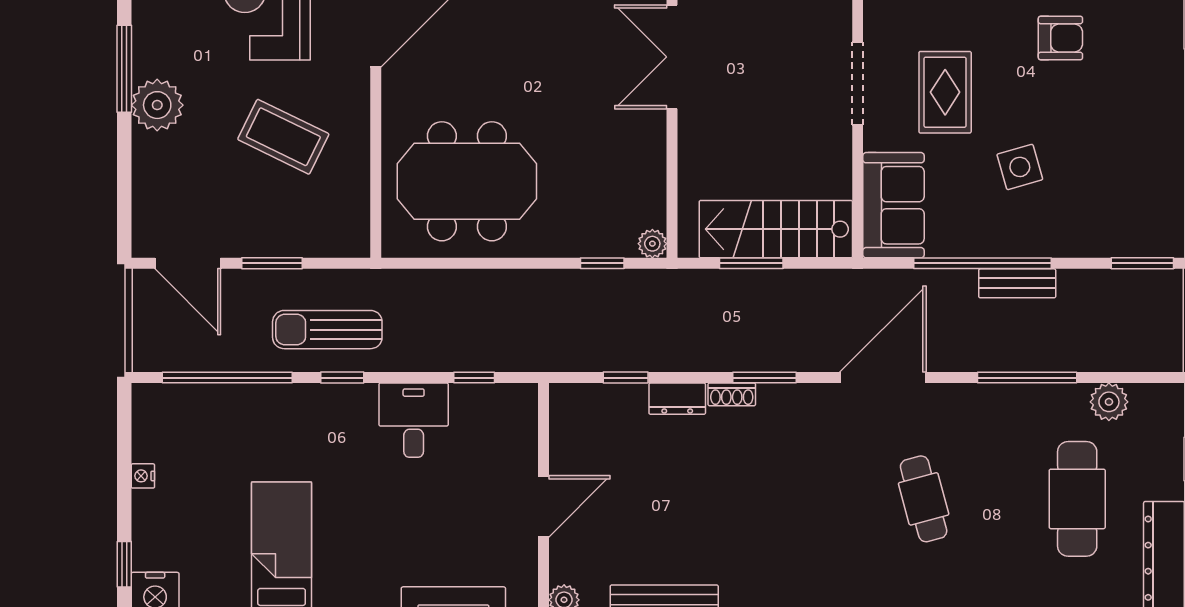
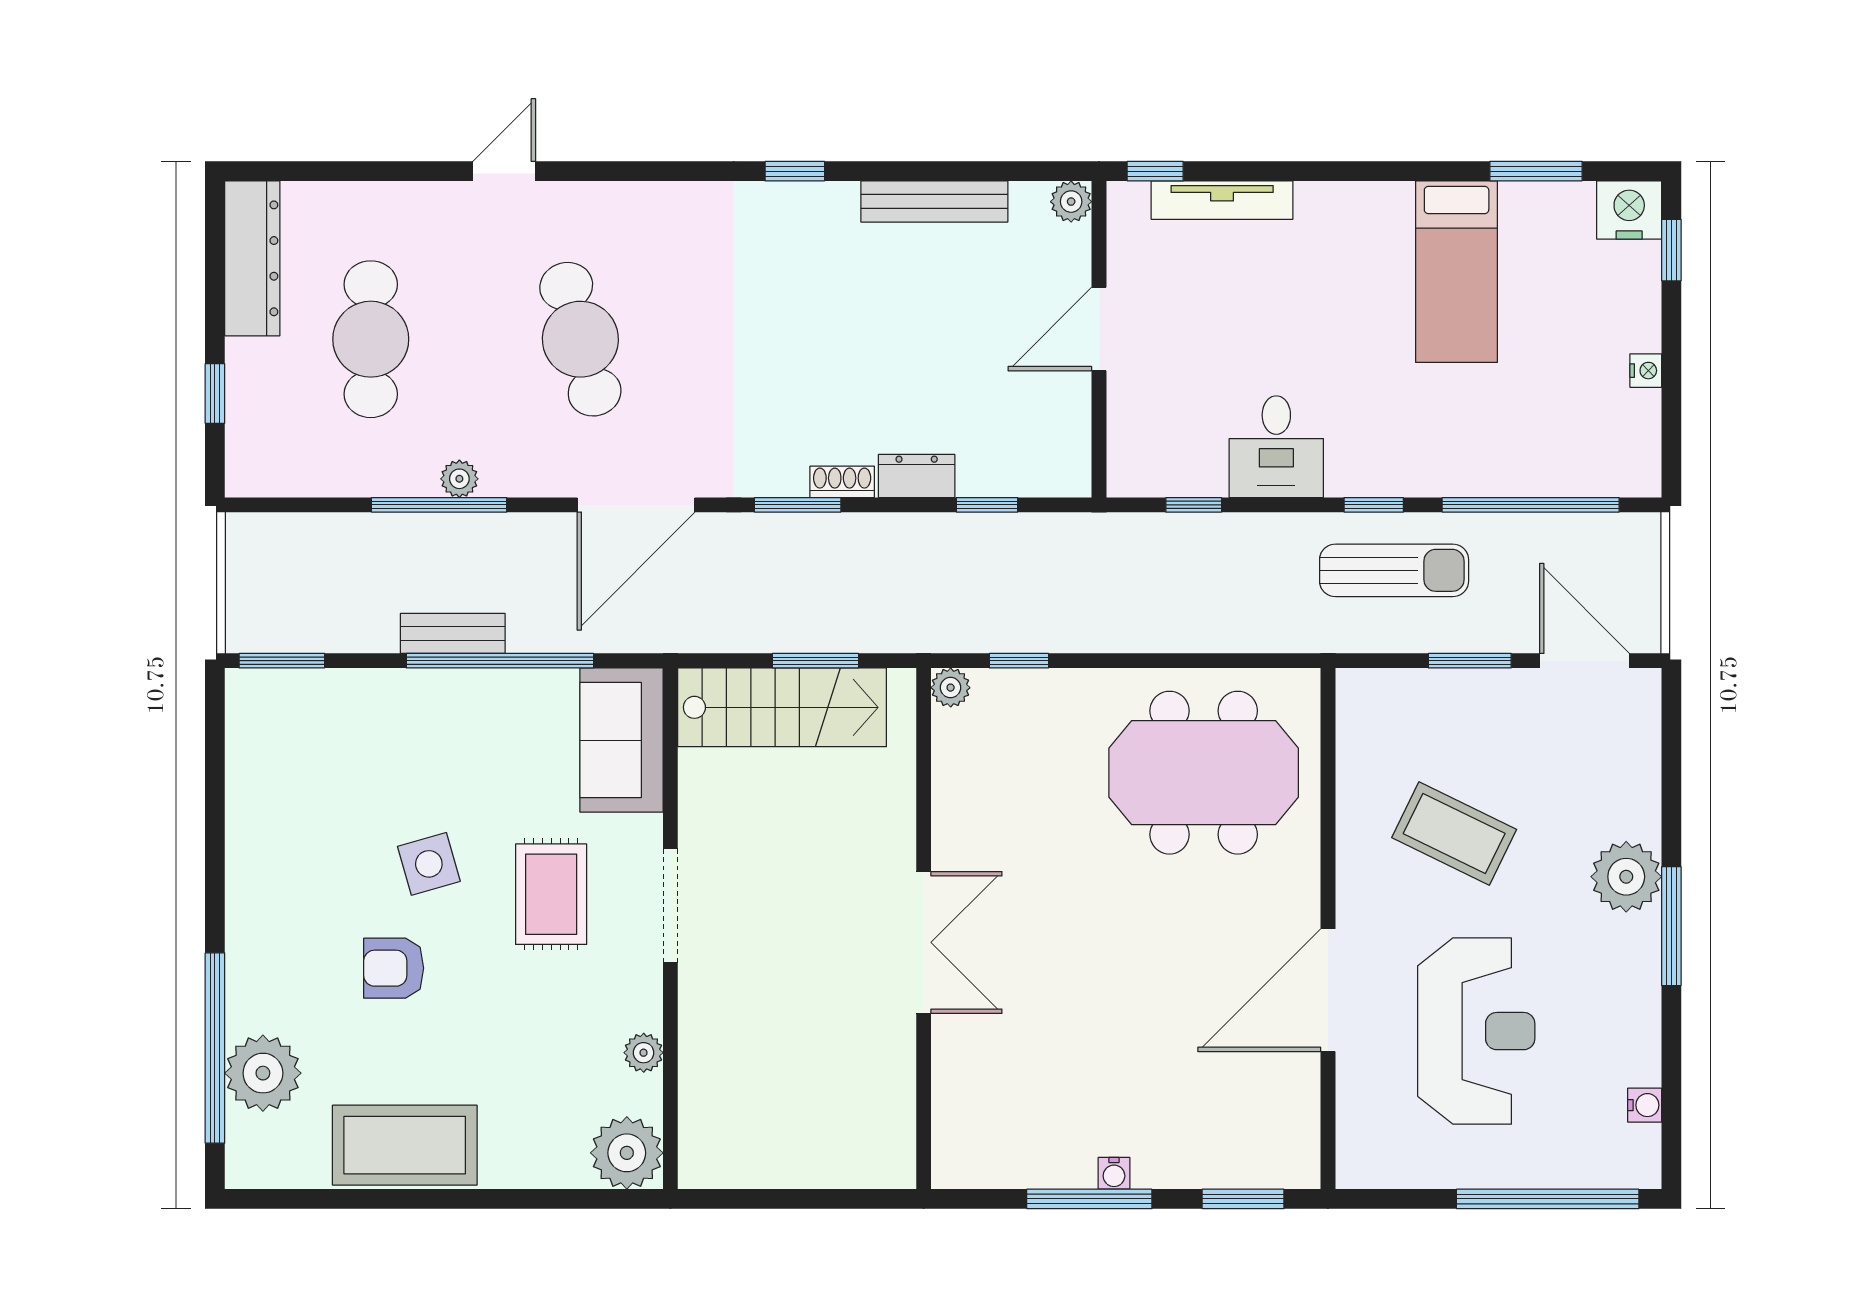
side table: (1020, 167) -> (429, 864), moved
plant: (1109, 402) -> (459, 479), moved, width x0.73, depth x0.73
cafe table: (924, 499) -> (580, 339), width x1.37, depth x1.35

